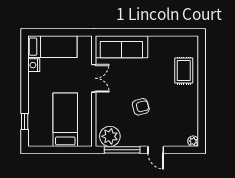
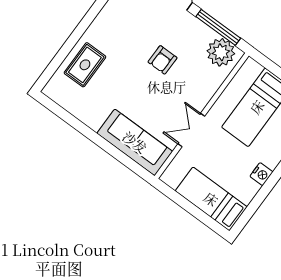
nightstand: (34, 65) -> (261, 174), moved
armchair: (141, 107) -> (162, 60), turned -76

